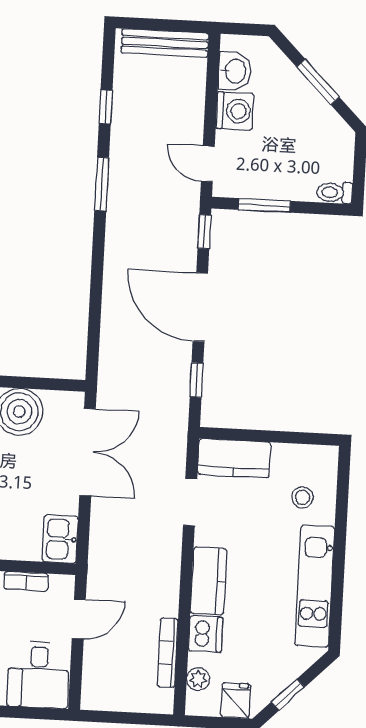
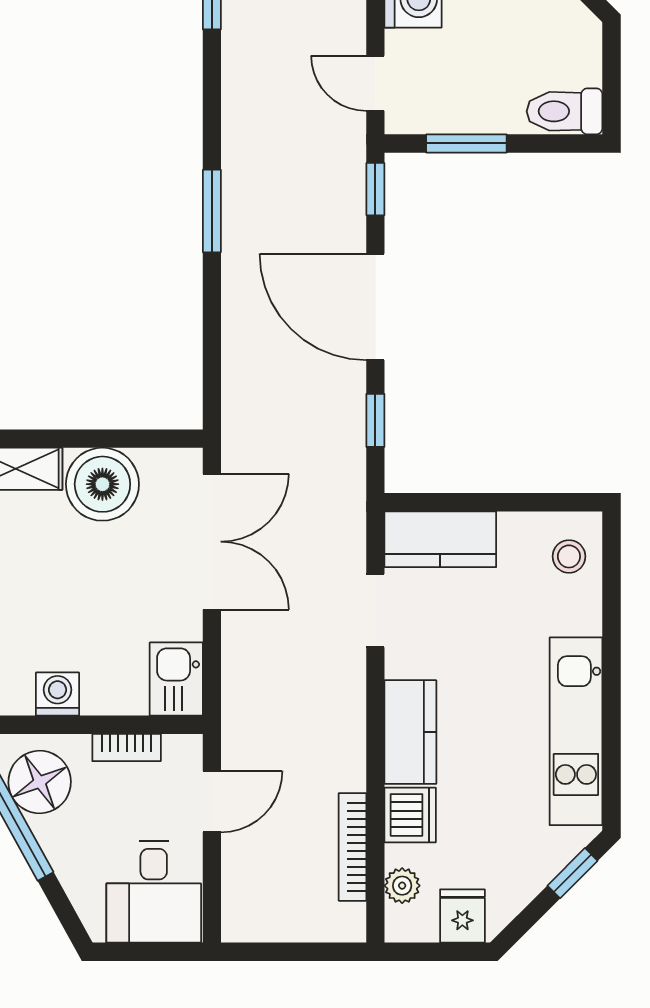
window: (102, 184) -> (212, 211), moved
toilet: (335, 192) -> (564, 111), width x1.37, depth x1.39
stool: (303, 497) -> (569, 556), moved
window: (288, 695) -> (572, 873), moved

